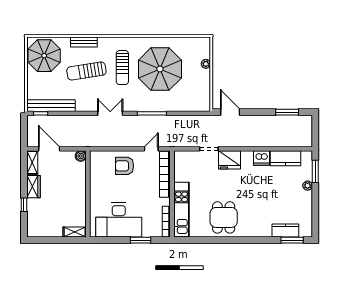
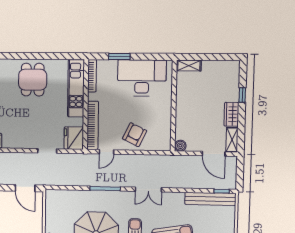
fridge: (229, 160) -> (74, 138), moved, turned -90
armchair: (125, 166) -> (135, 135), turned -64

